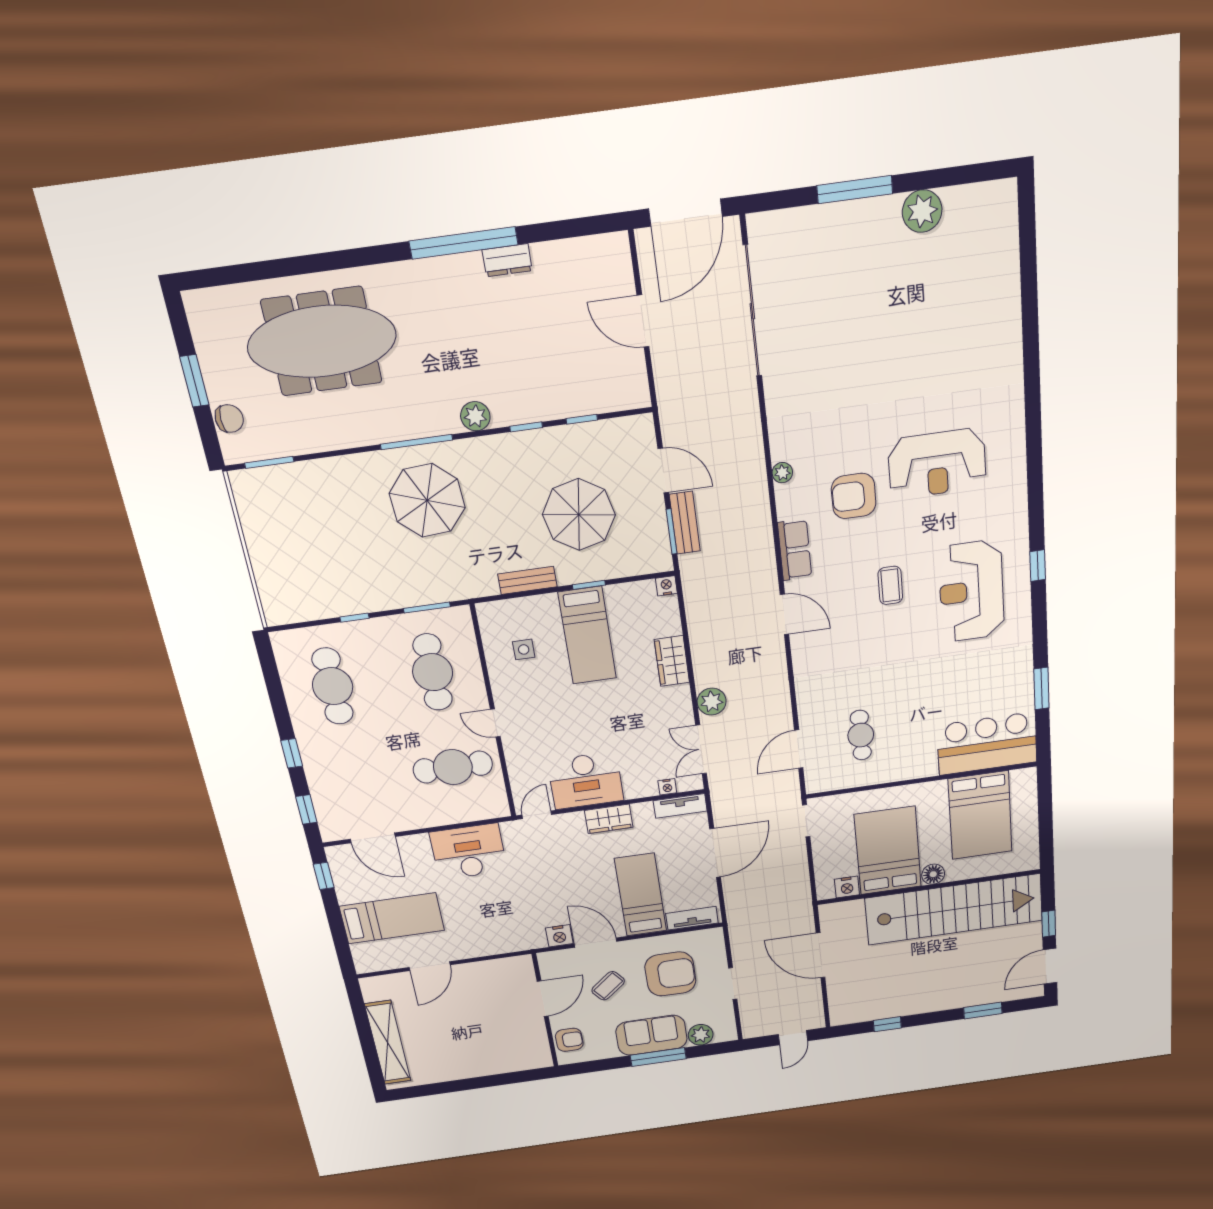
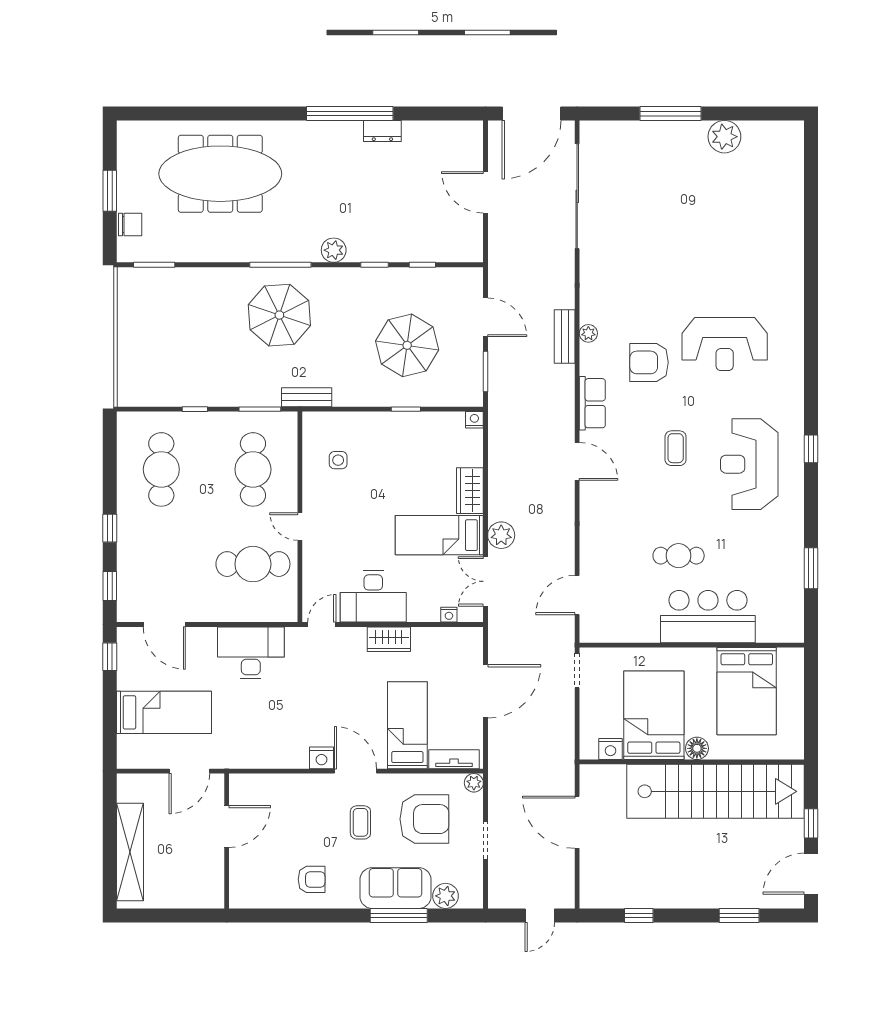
bench: (685, 523) -> (565, 337), moved
bench: (527, 580) -> (307, 397), moved
bed: (587, 635) -> (439, 535), moved, turned 90
cafe table: (861, 735) -> (679, 556), moved, turned 90
bar counter: (987, 744) -> (708, 617), moved
tv unit: (680, 806) -> (458, 636), removed
plant: (715, 936) -> (474, 783), added
coffee table: (608, 986) -> (360, 822), turned -51
door: (543, 999) -> (227, 827), moved
wall: (545, 1011) -> (227, 841), moved

